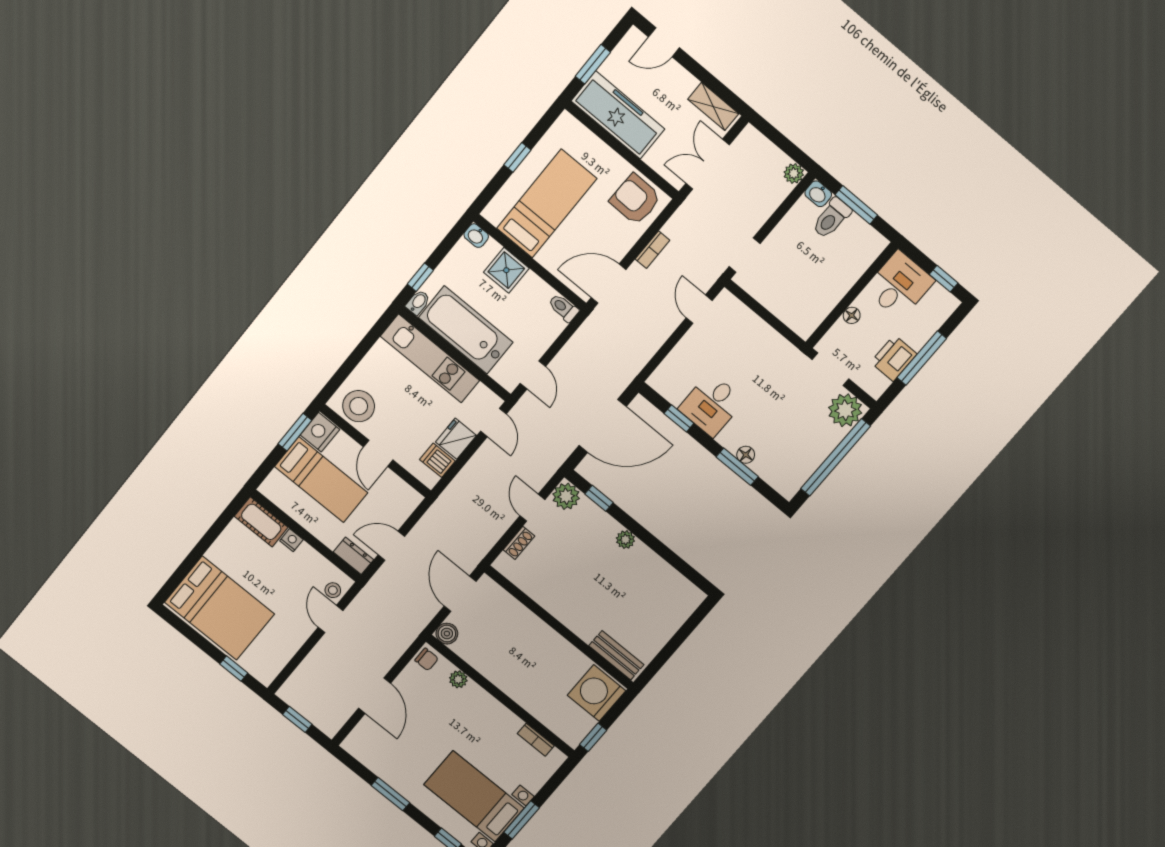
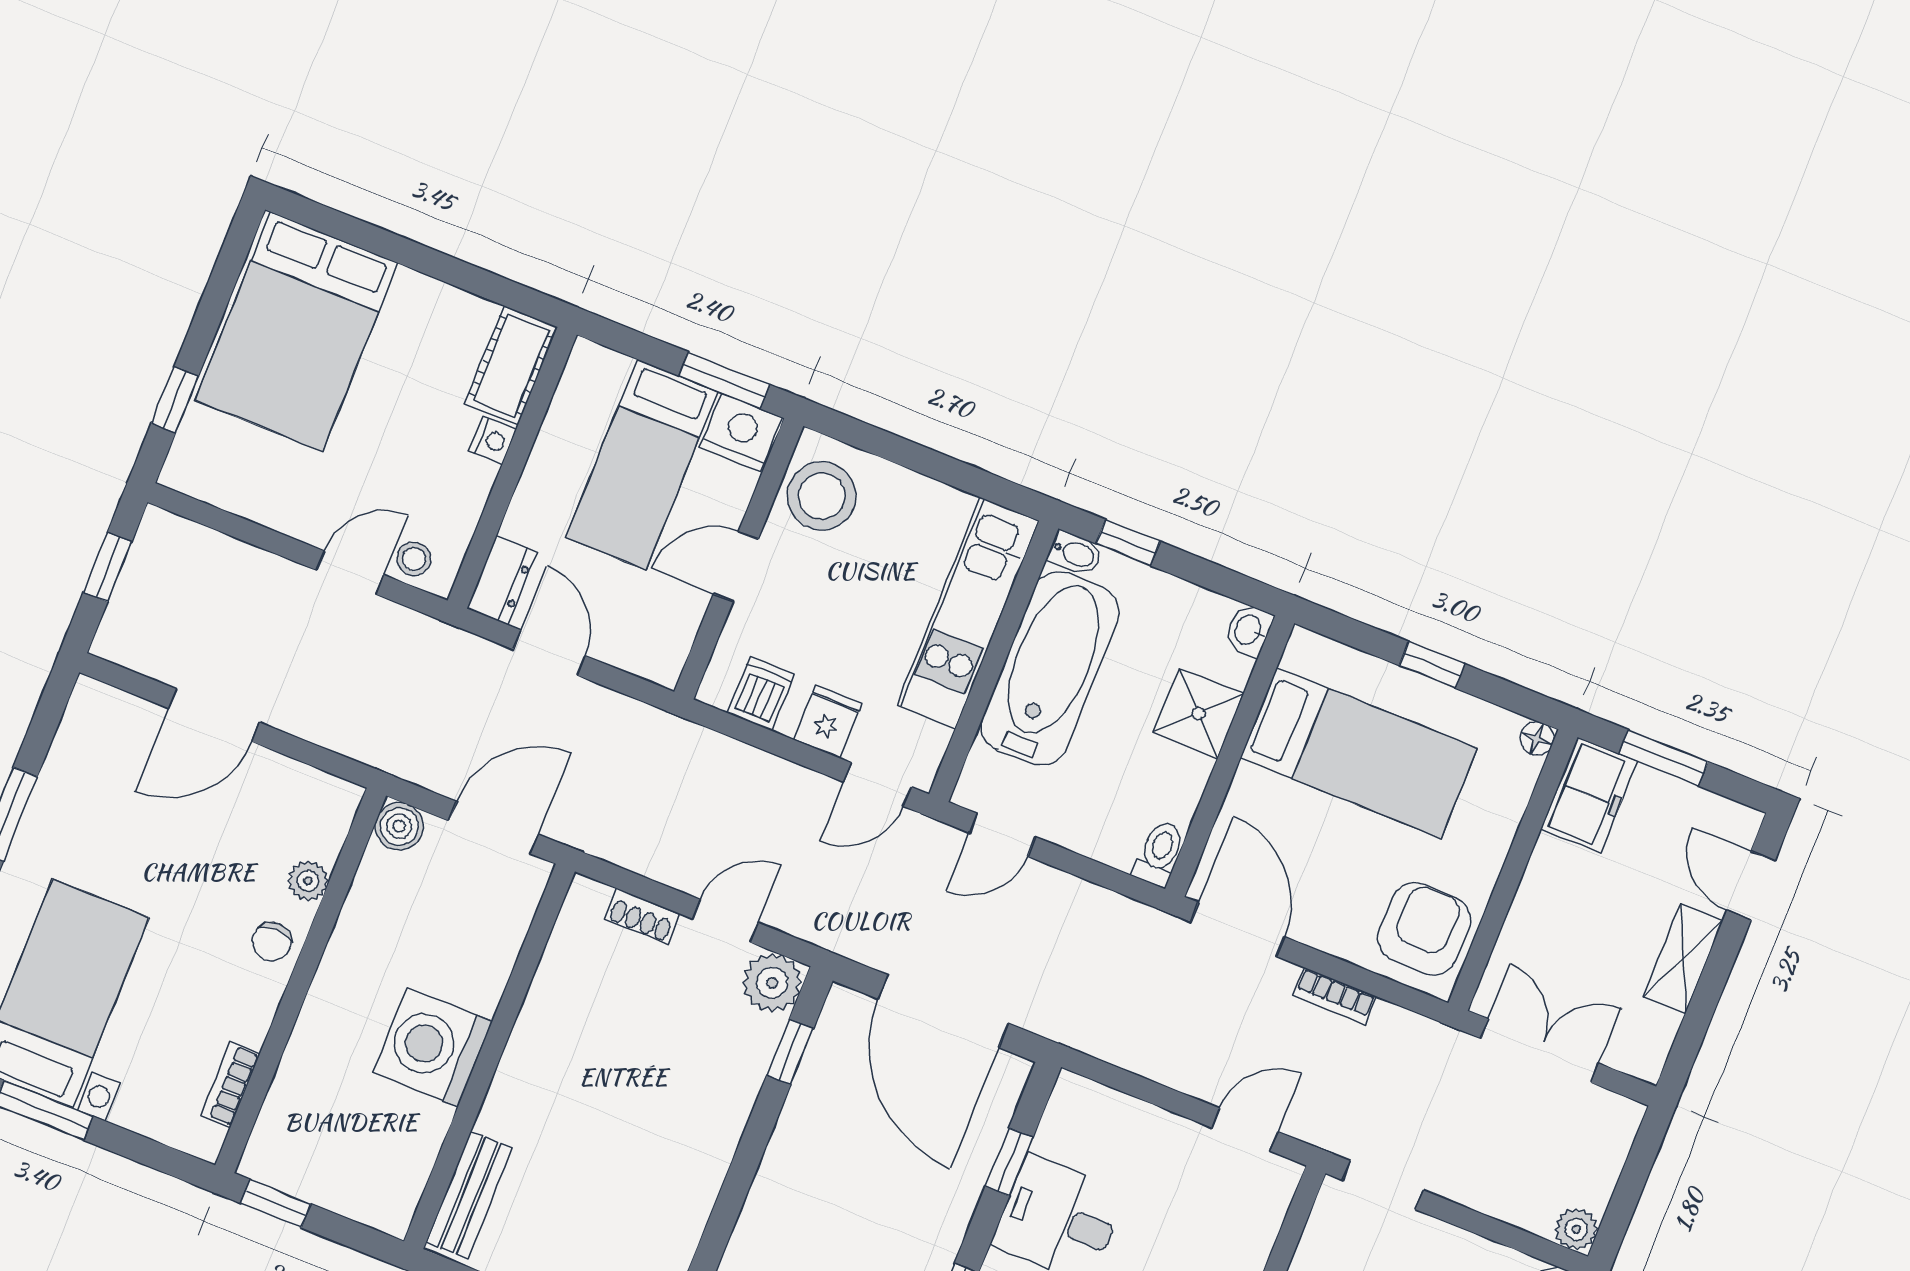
shelving: (713, 106) -> (1683, 959), moved
freezer: (618, 115) -> (1589, 795), width x0.52, depth x0.79
floor lamp: (566, 120) -> (1537, 739), added
fridge: (456, 439) -> (828, 722), width x0.72
plant: (625, 540) -> (721, 1134), removed
chair: (427, 659) -> (272, 941), moved
washing machine: (596, 693) -> (433, 1047), moved, turned -90

